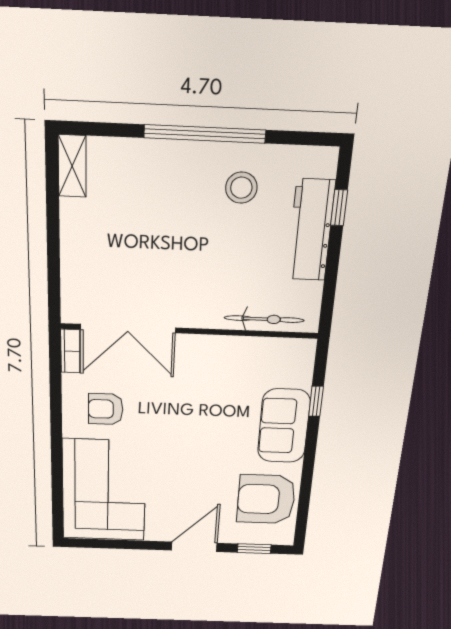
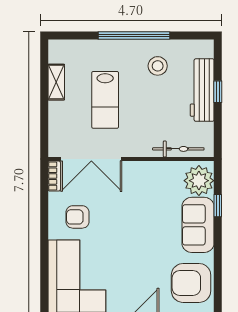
shelving: (72, 166) -> (56, 82), moved
window: (339, 208) -> (218, 92), moved
lab bench: (152, 239) -> (105, 100), added
plant: (291, 366) -> (199, 181), added

